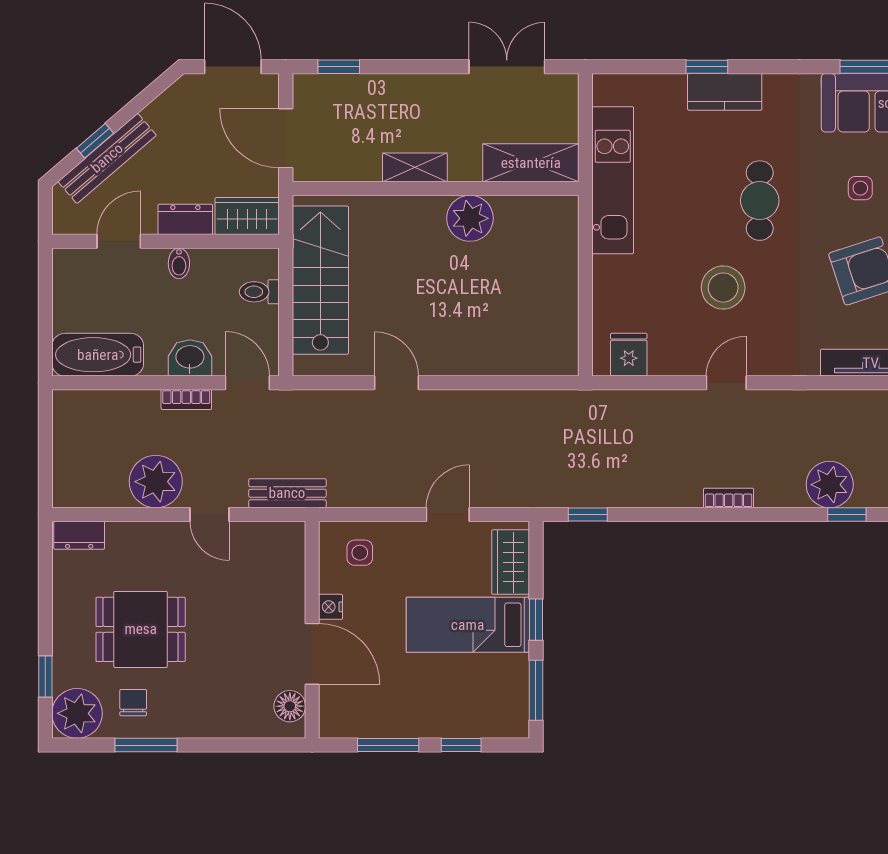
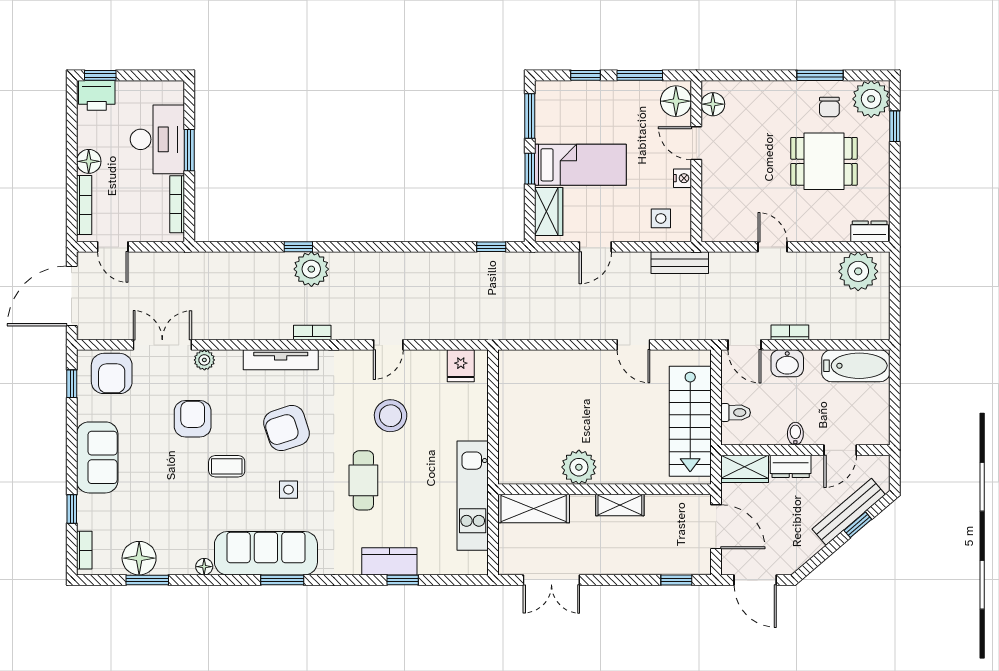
plant: (156, 482) -> (858, 271), moved
bench: (287, 493) -> (680, 263), moved
bookcase: (729, 498) -> (312, 332), moved, turned 180
door: (312, 654) -> (696, 143), width x0.73
floor lamp: (339, 710) -> (676, 101), added

